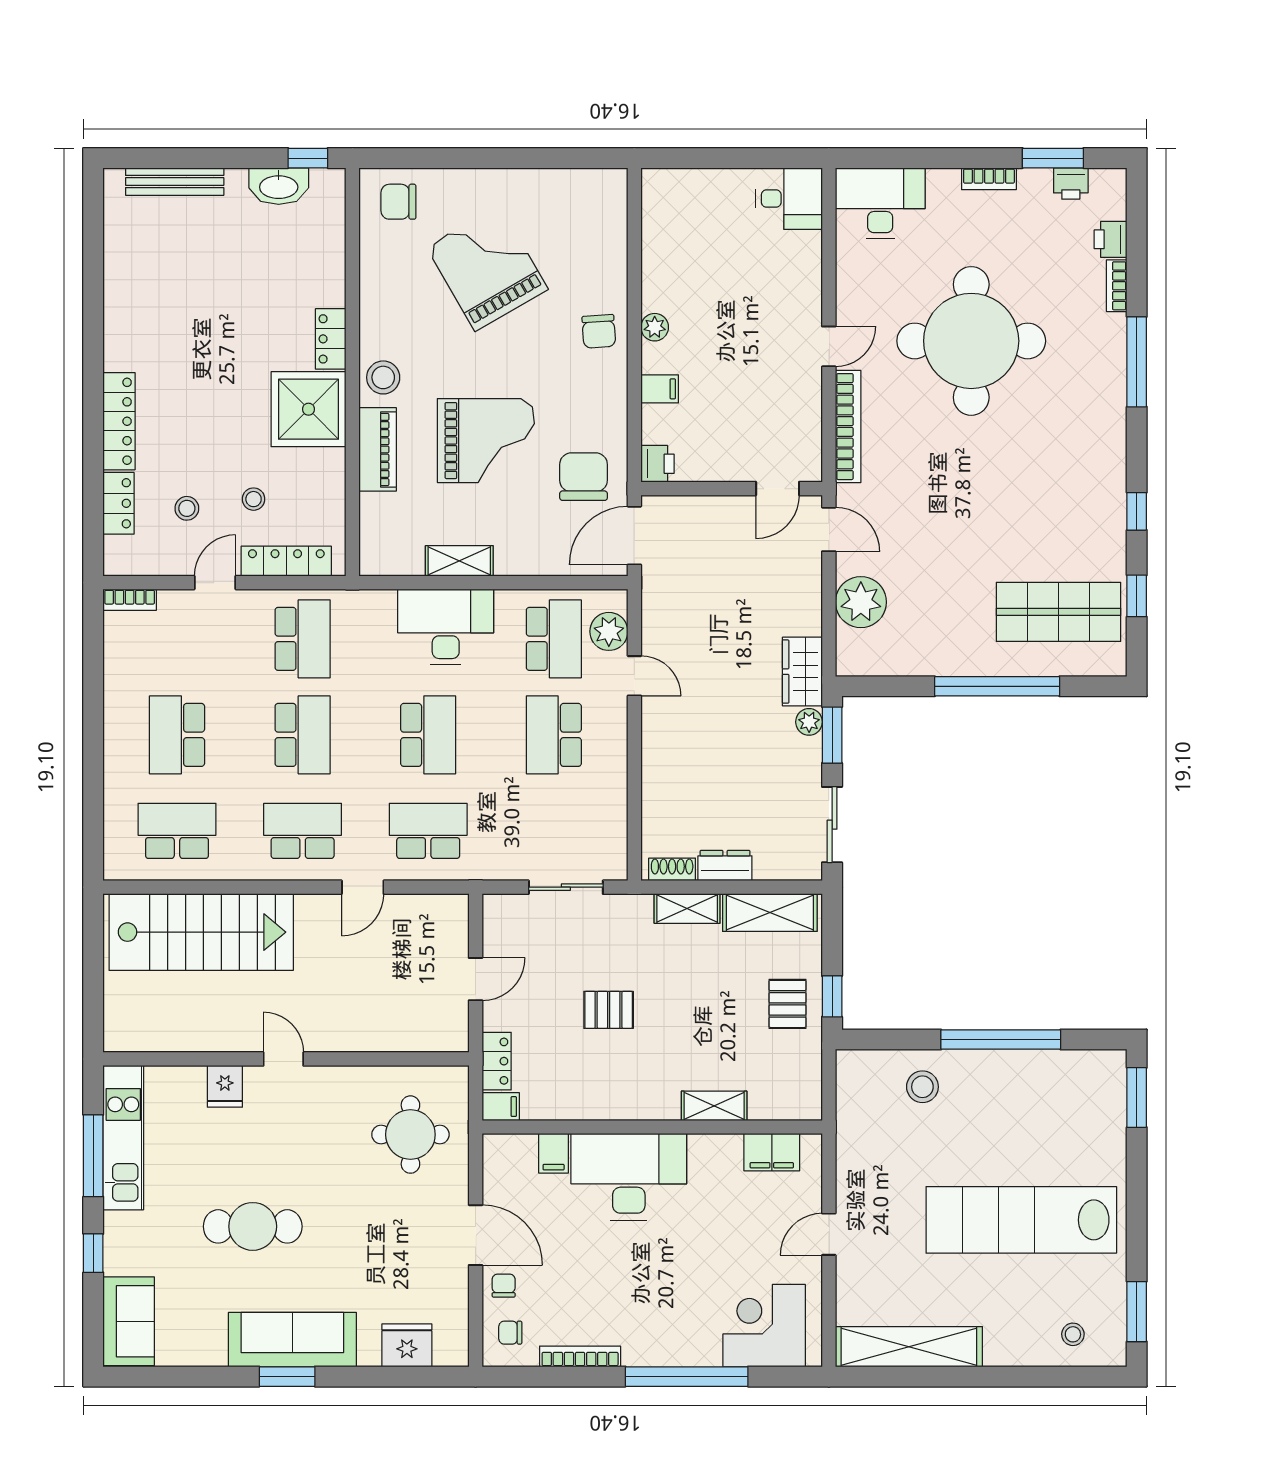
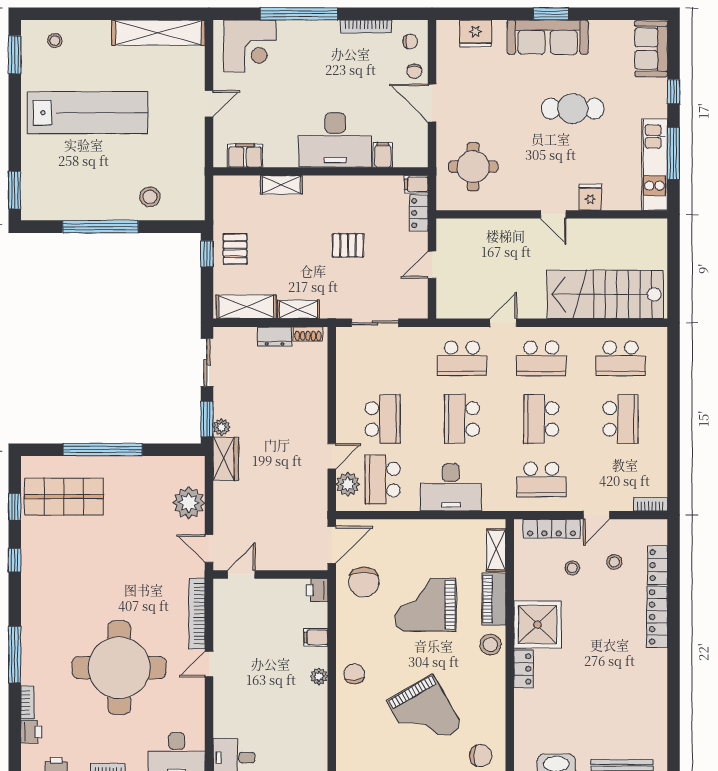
shelving: (459, 561) -> (496, 550), moved, turned 90
school desk: (303, 639) -> (541, 480), turned -90
door: (634, 676) -> (332, 456), swing flipped

